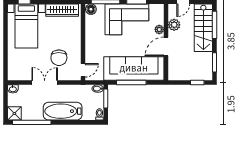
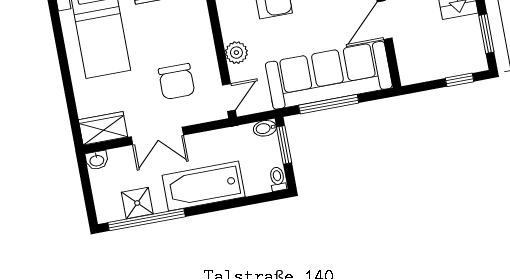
plant: (91, 49) -> (236, 53), added
wardrobe: (19, 74) -> (103, 128), added
double door: (45, 83) -> (157, 136), swing flipped
shower: (14, 113) -> (137, 203), moved

